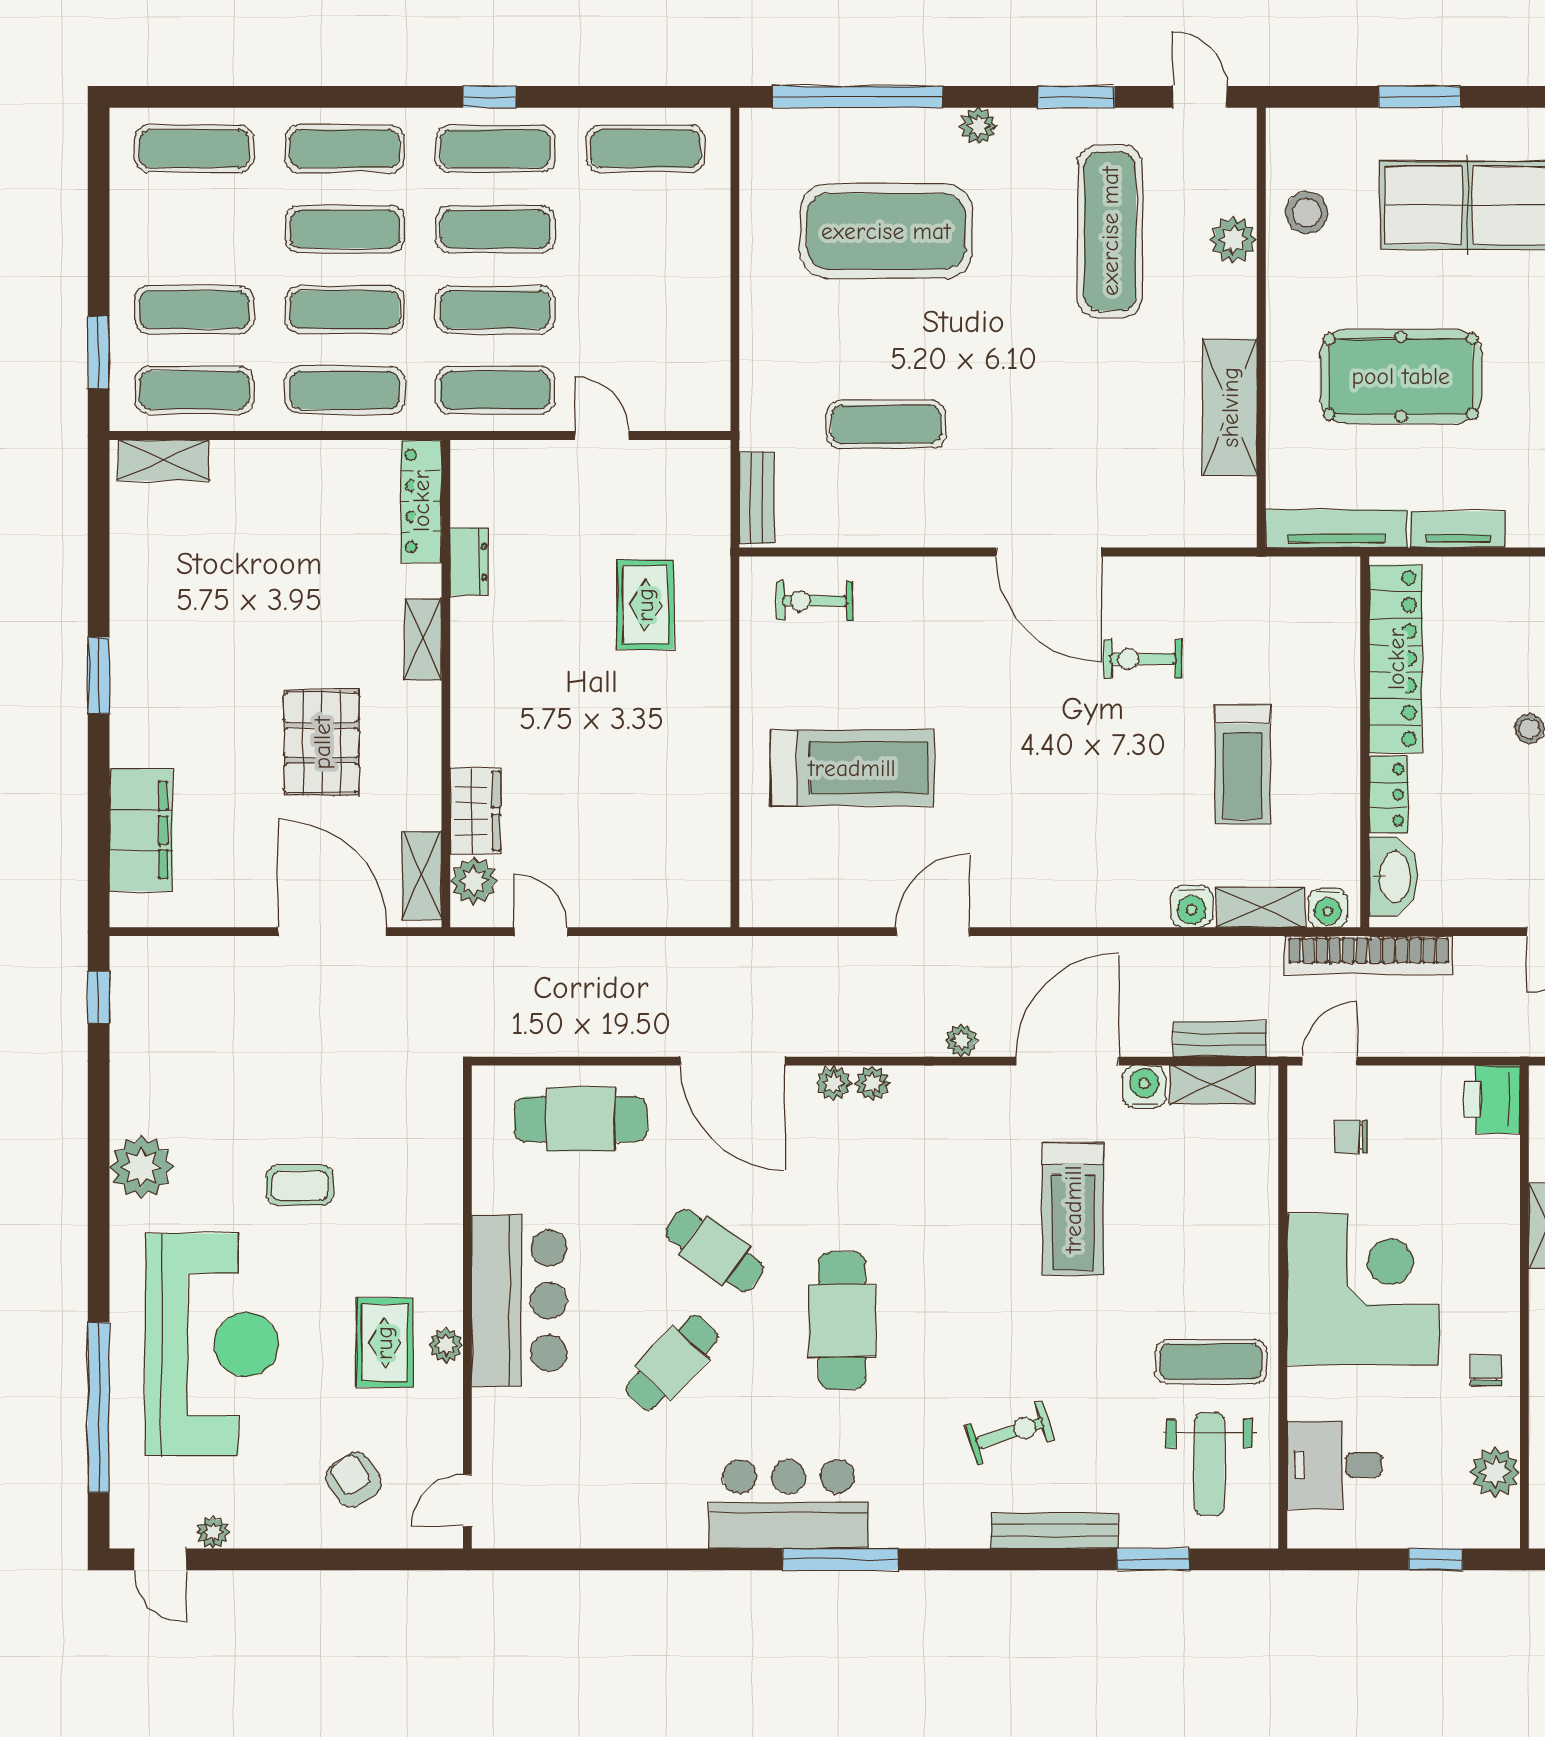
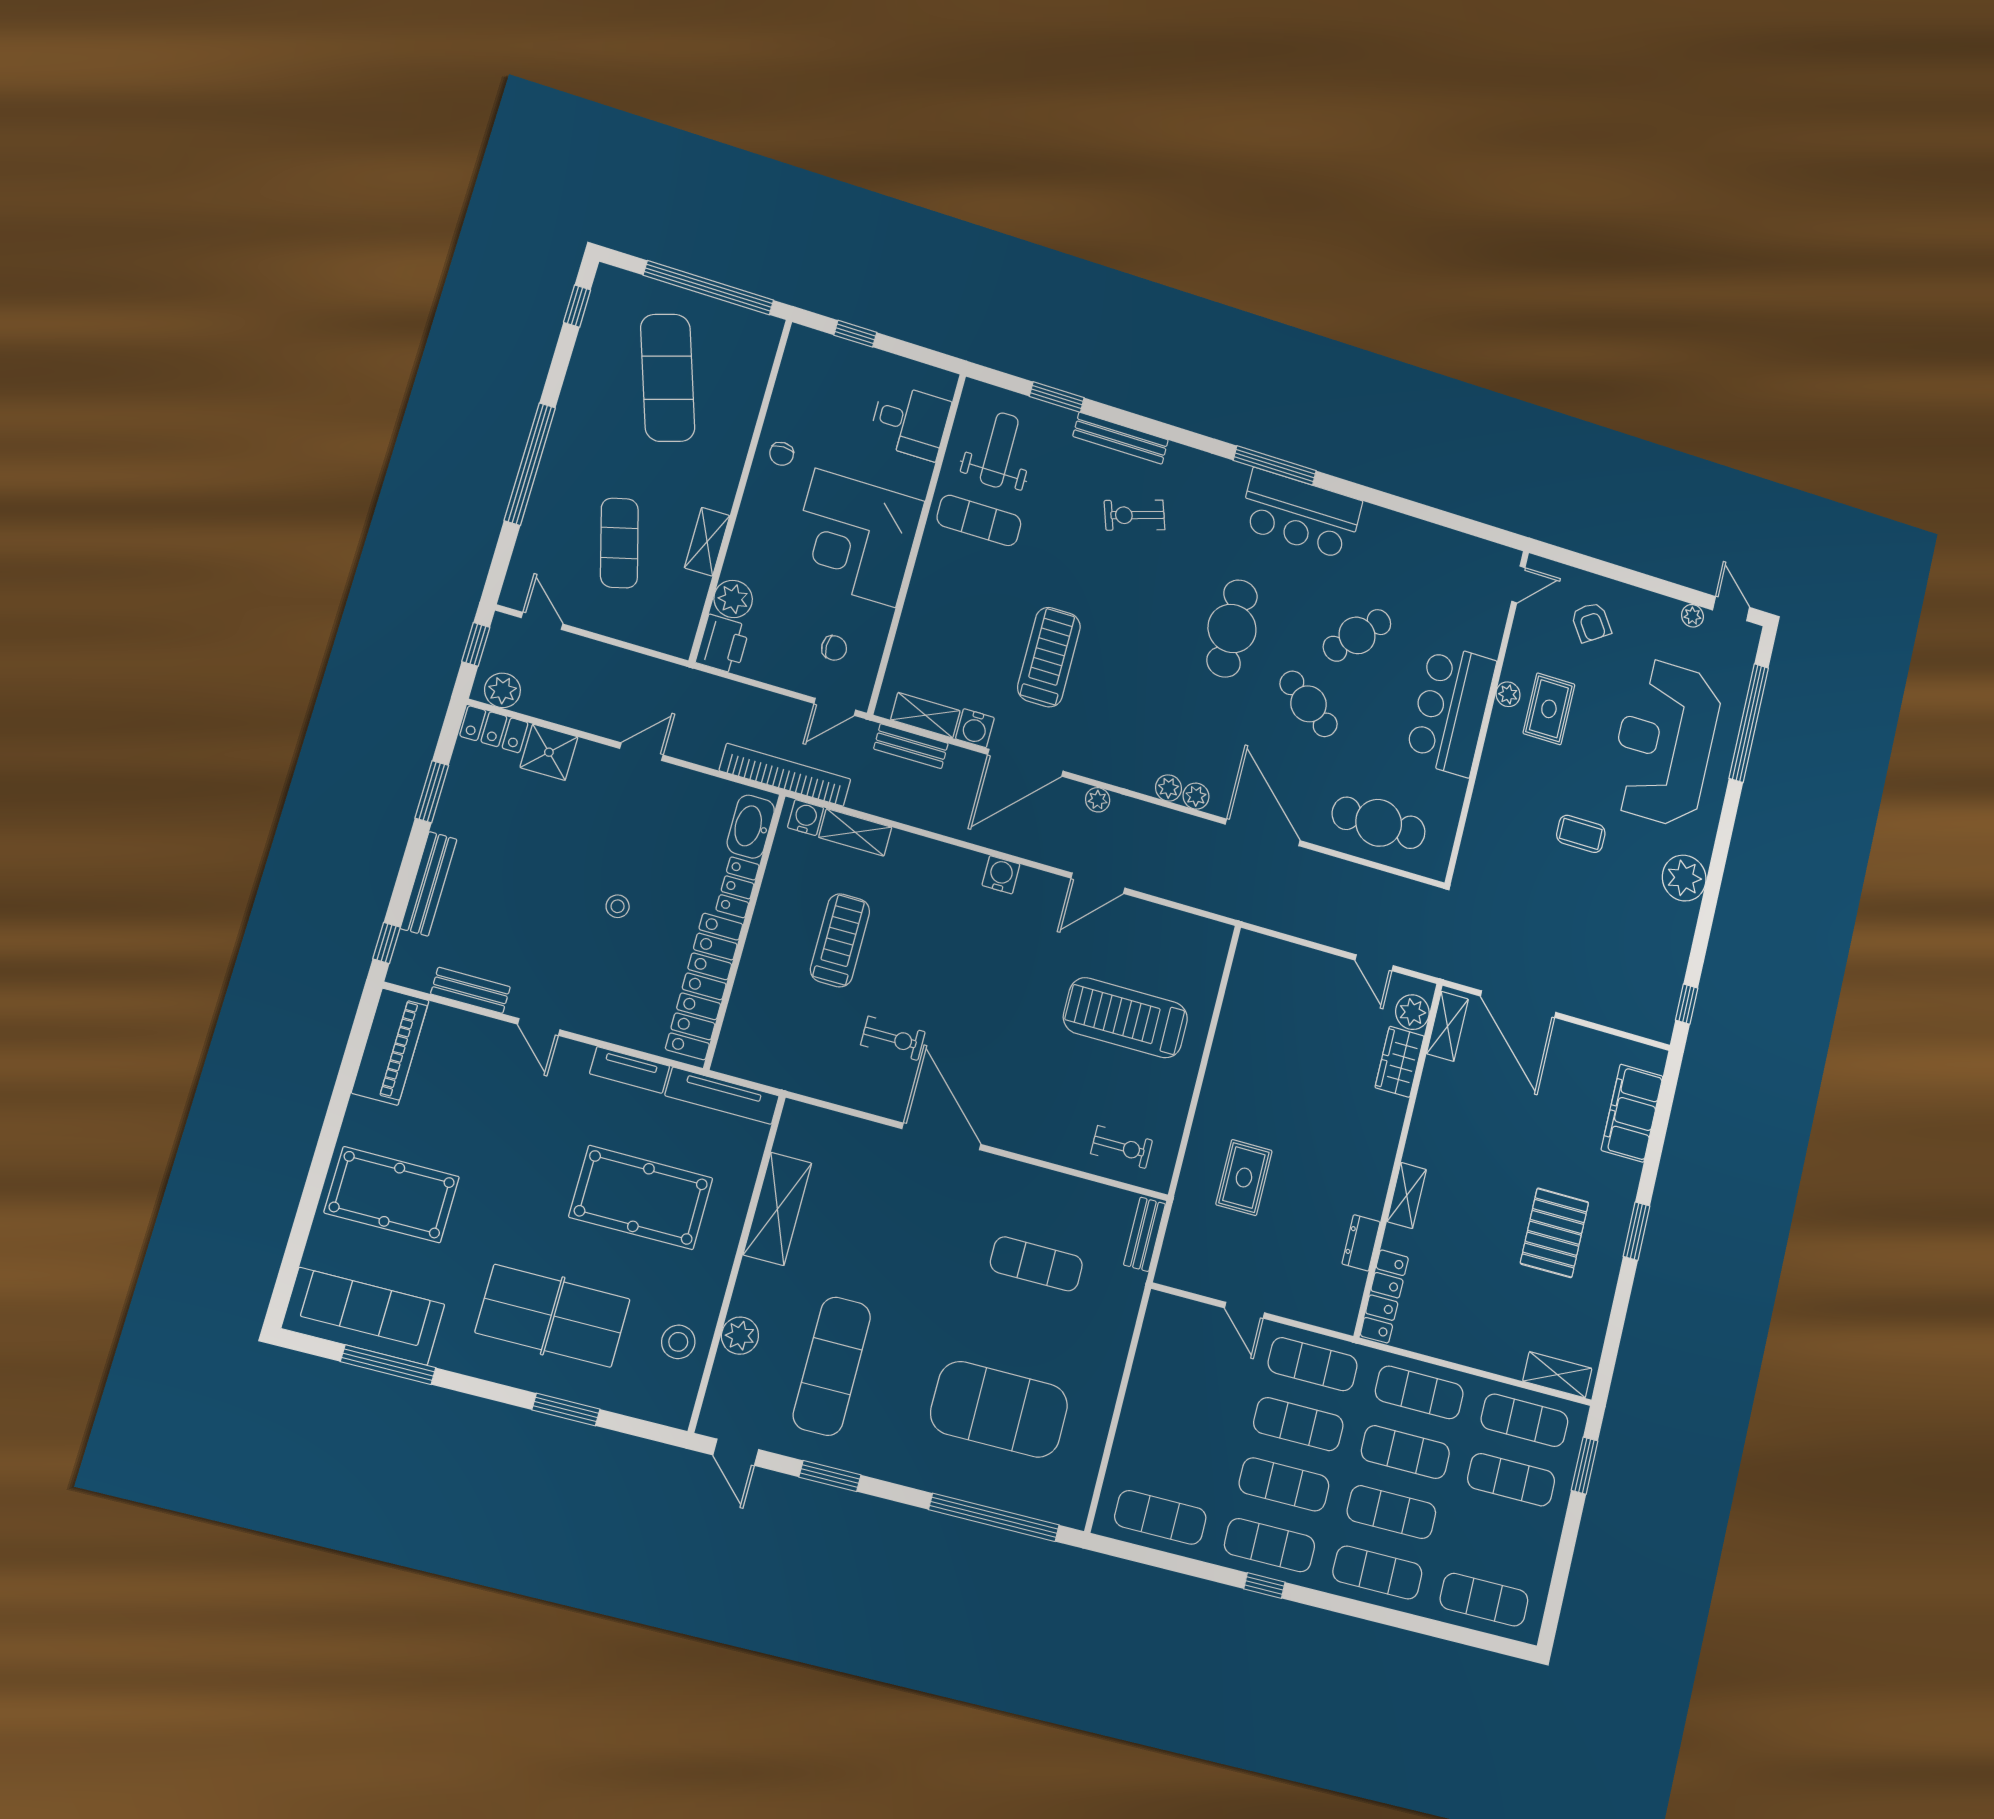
plant: (978, 126) -> (910, 1472), removed
pallet: (322, 743) -> (1554, 1233), moved
water cooler: (1192, 906) -> (1001, 875), moved
plant: (1495, 1472) -> (733, 599), moved

